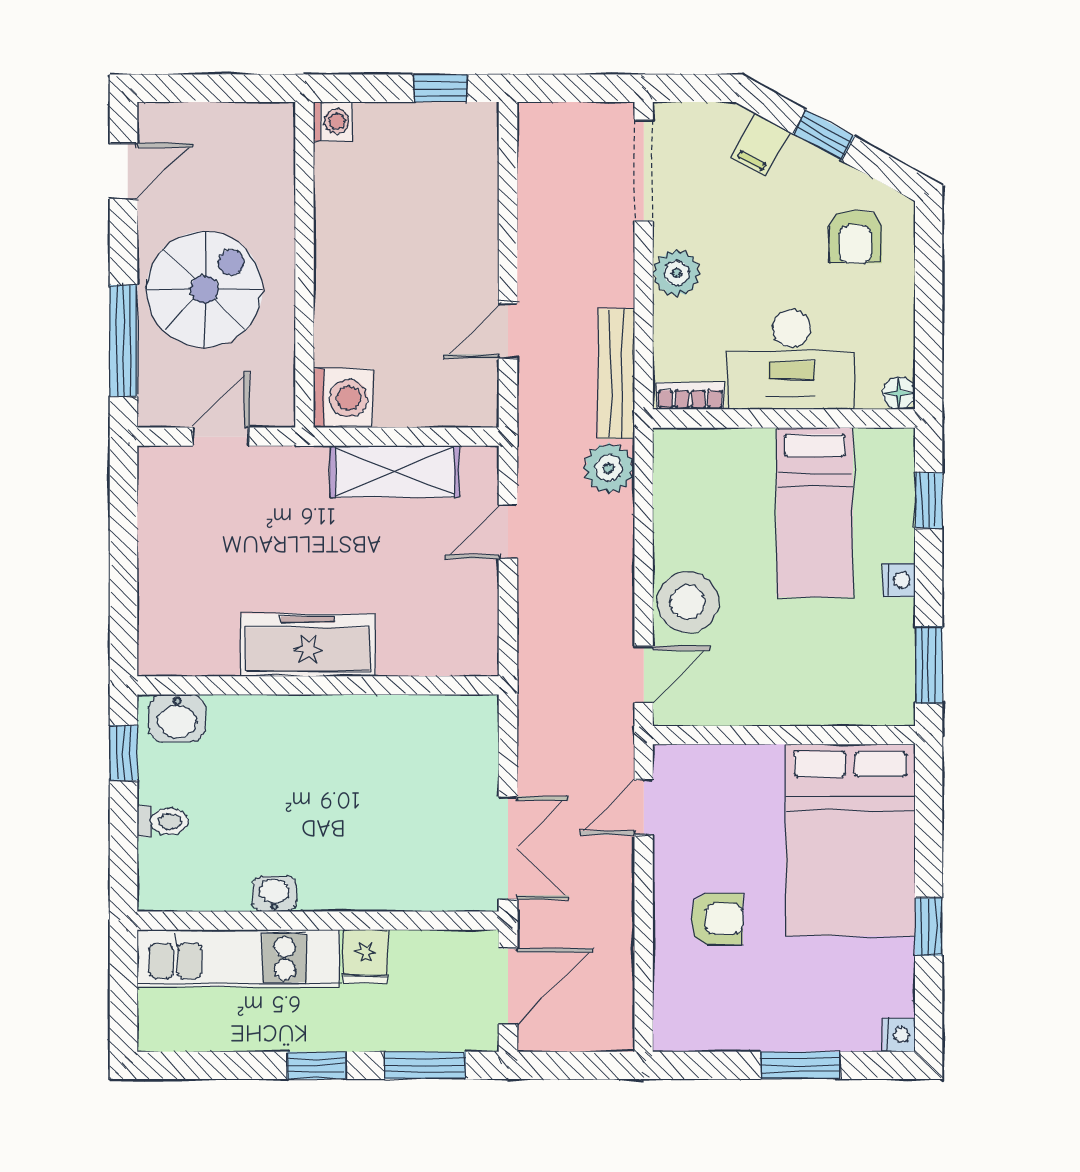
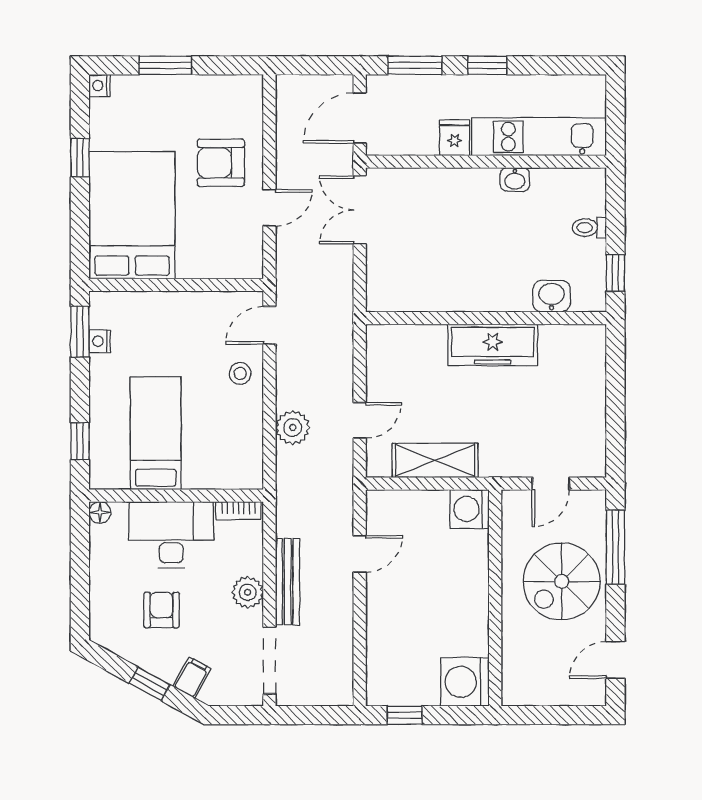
washing machine: (333, 121) -> (465, 682), width x1.89, depth x1.89
armchair: (855, 237) -> (162, 610), moved
bench: (616, 374) -> (288, 582), moved
plant: (609, 468) -> (293, 428), moved
nightstand: (899, 580) -> (100, 341), moved
stool: (688, 602) -> (240, 373), width x0.53, depth x0.53
washbasin: (177, 718) -> (552, 296), moved
door: (644, 807) -> (269, 208), moved
armchair: (717, 919) -> (221, 163), width x1.38, depth x1.38

